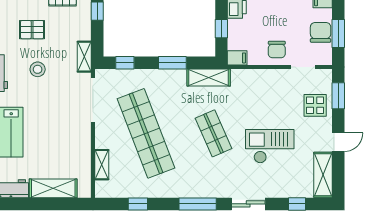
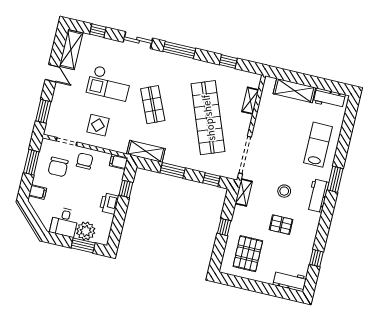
chair: (321, 32) -> (58, 167), moved
display table: (315, 105) -> (98, 125), moved
door: (338, 142) -> (52, 73), swing flipped

